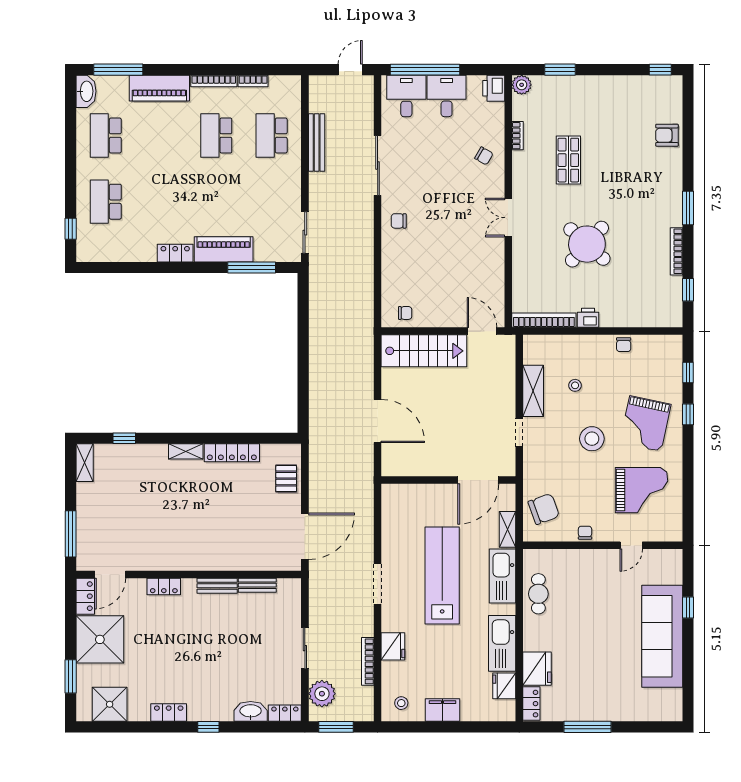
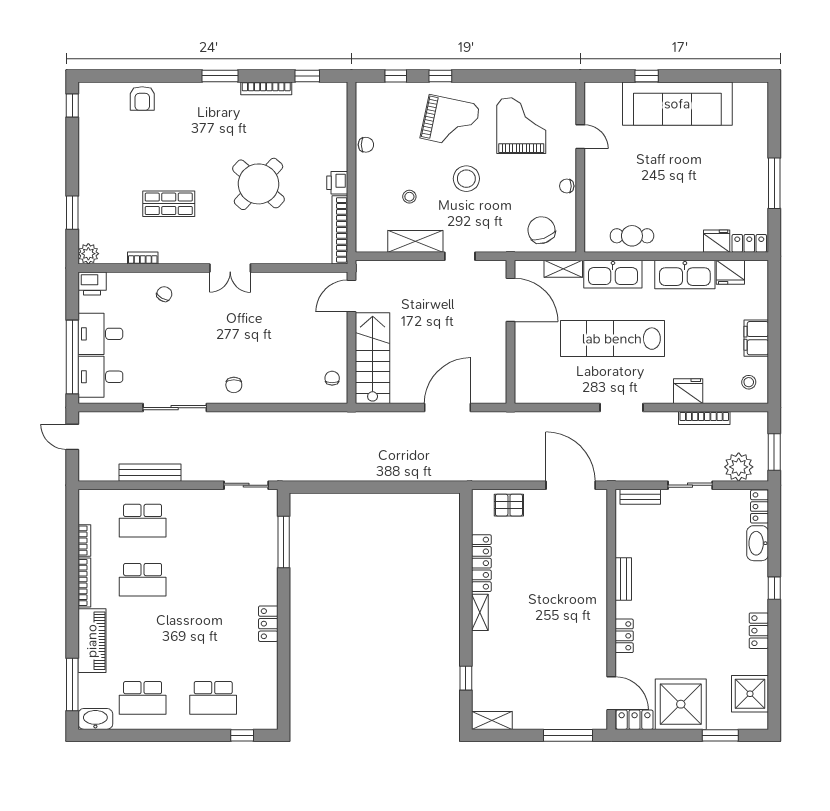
piano: (224, 249) -> (264, 572), removed
bench: (257, 585) -> (640, 497), moved, turned 90
fridge: (537, 669) -> (717, 241), width x0.73, depth x0.75

